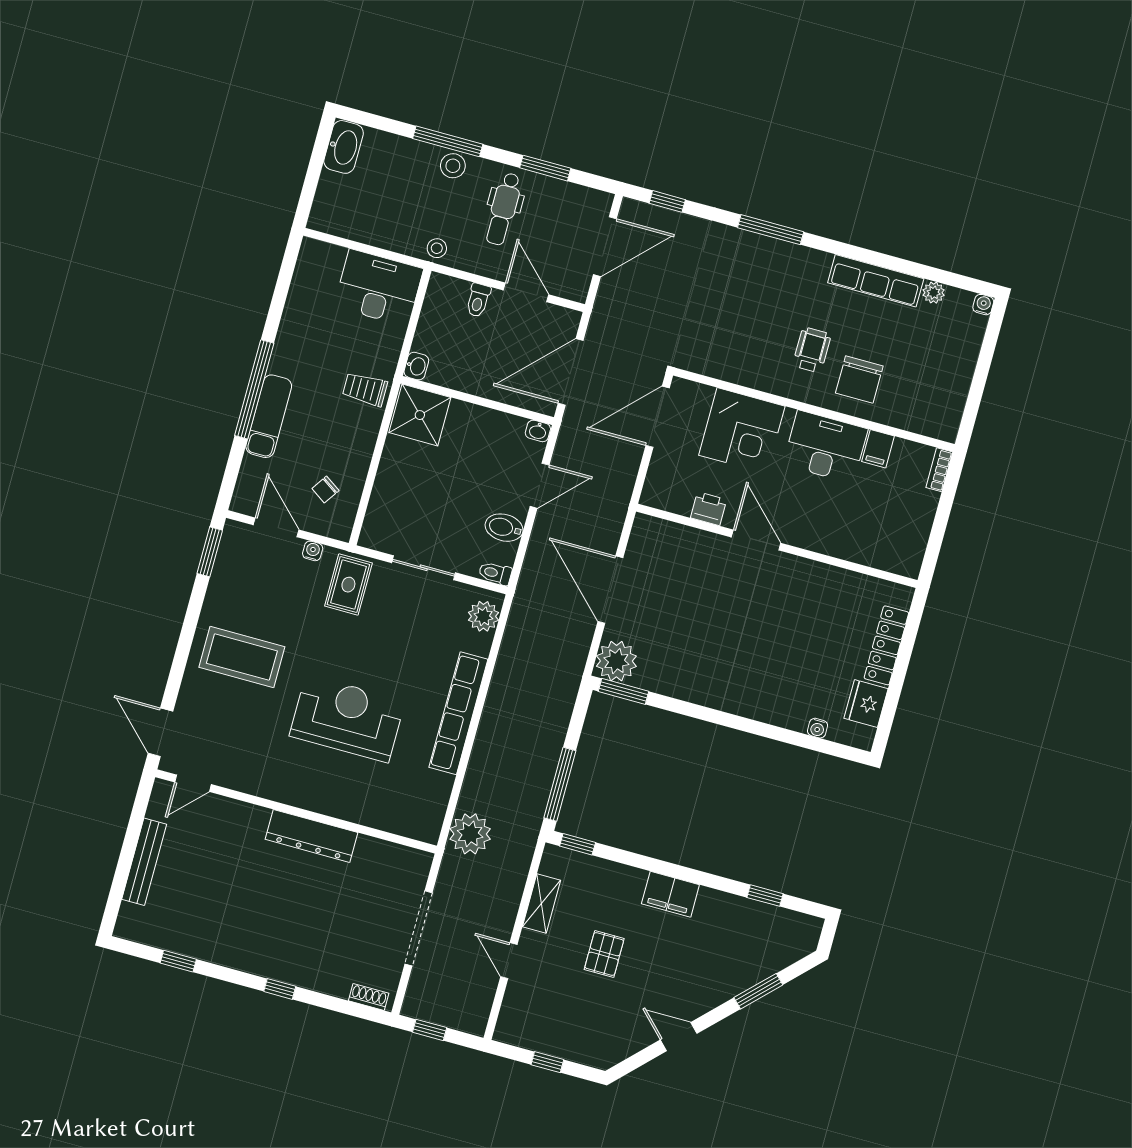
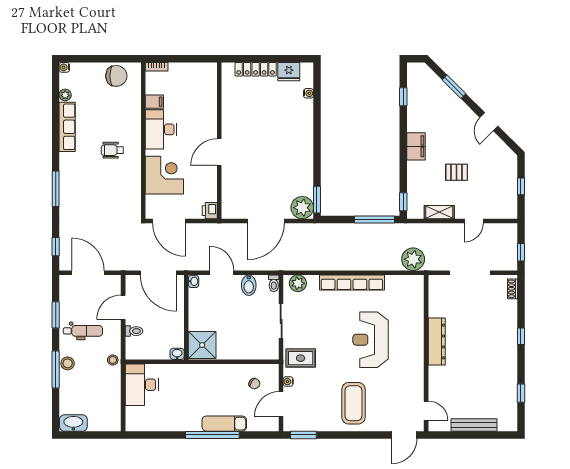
chair: (859, 380) -> (116, 76), moved
trolley: (365, 389) -> (196, 377), removed
printer: (709, 509) -> (210, 211), moved

